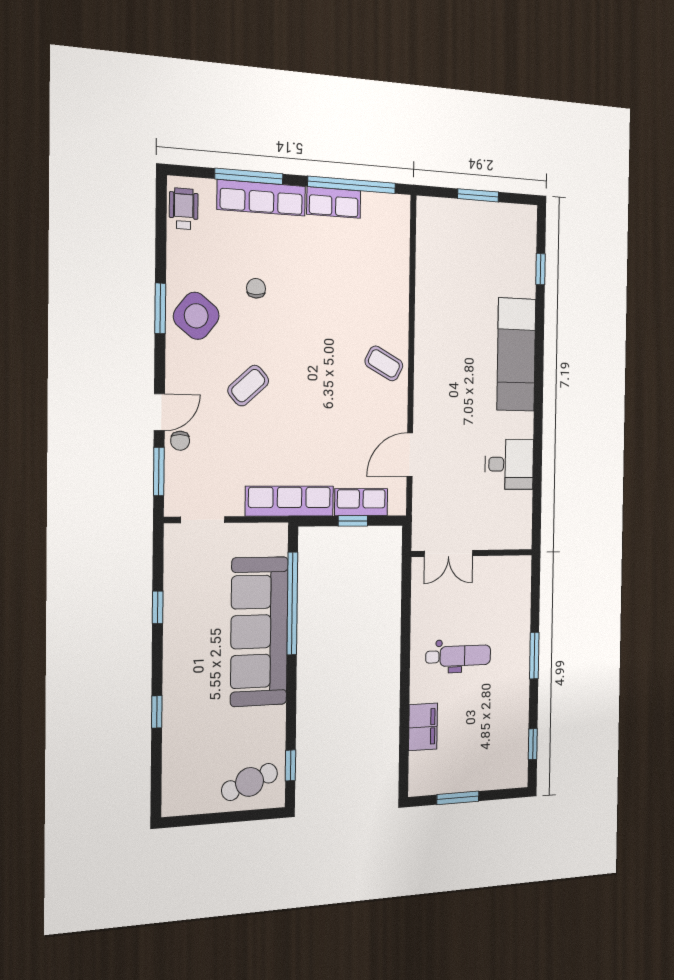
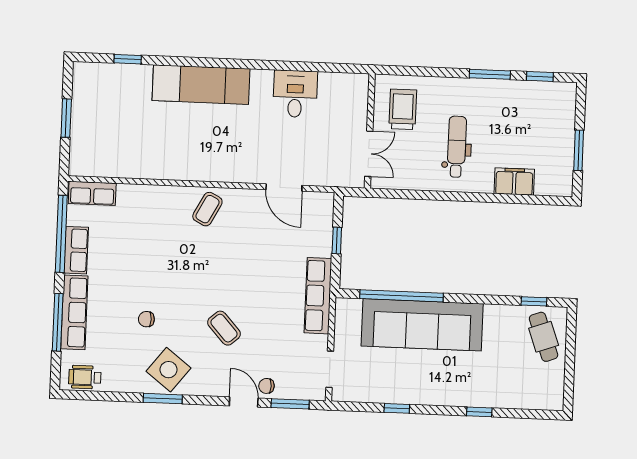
chair: (180, 441) -> (266, 386), turned 180
row of seats: (361, 502) -> (92, 193), moved, turned -90
trolley: (496, 590) -> (403, 109), added
window: (534, 656) -> (490, 74), moved

